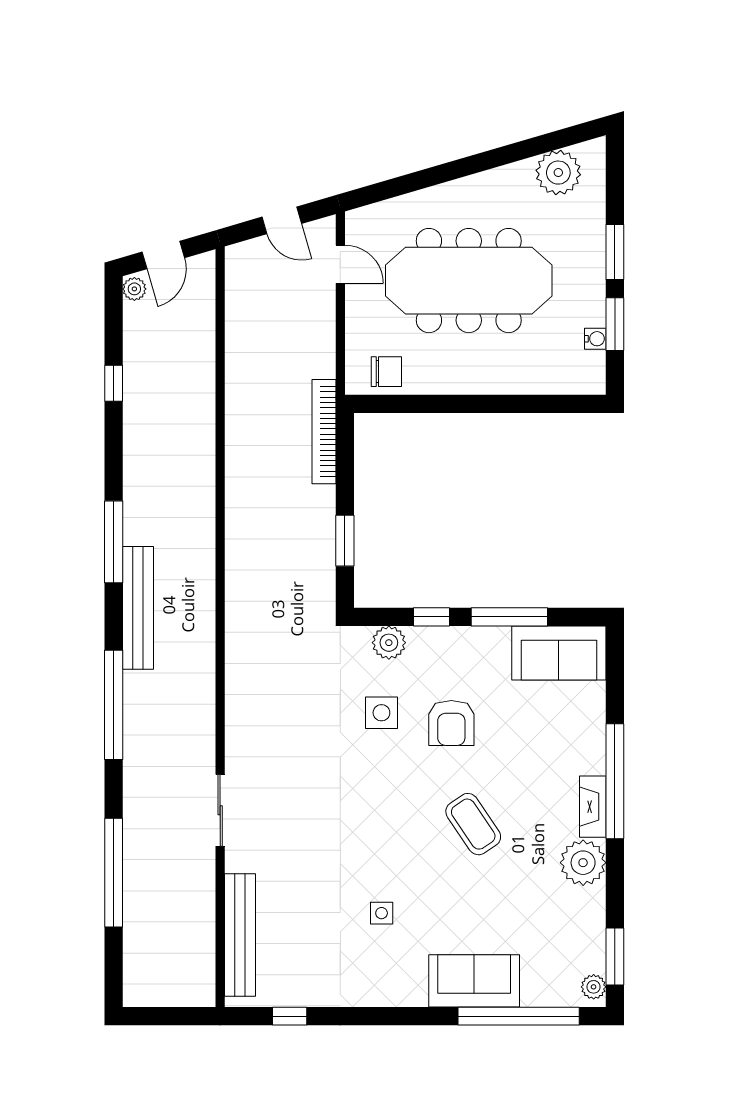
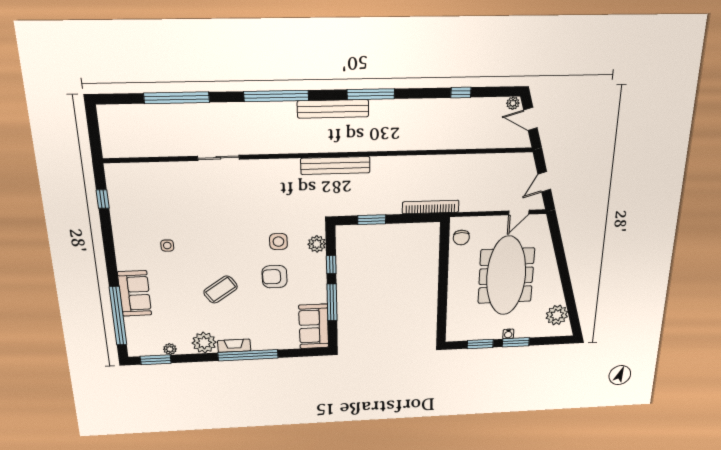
water cooler: (595, 339) -> (508, 334), moved
bench: (240, 935) -> (335, 166), moved
plant: (594, 987) -> (170, 349), moved

